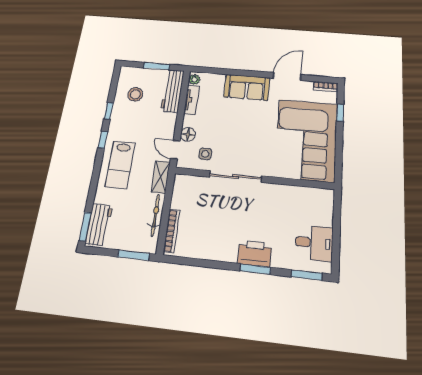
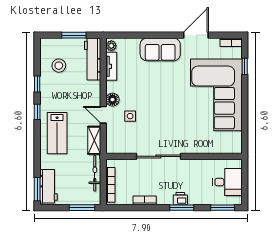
sliding door: (236, 176) -> (158, 156), moved
wall: (254, 178) -> (174, 156), moved
printer: (255, 254) -> (180, 199), width x0.53, depth x0.68
bookcase: (210, 255) -> (145, 200), added

